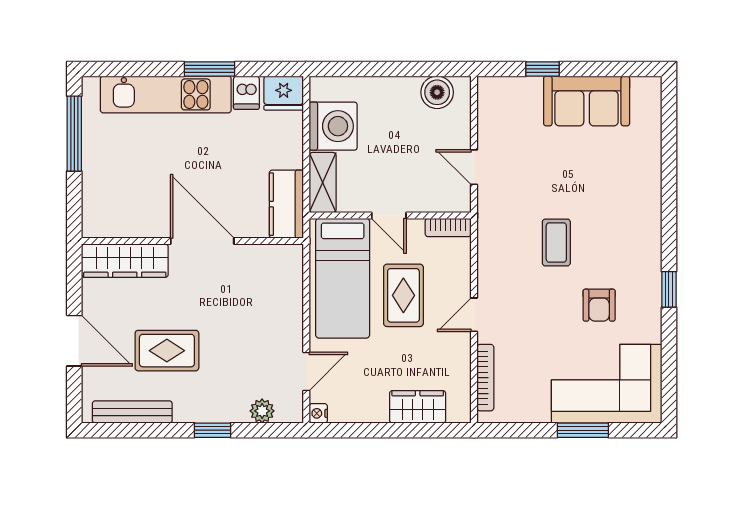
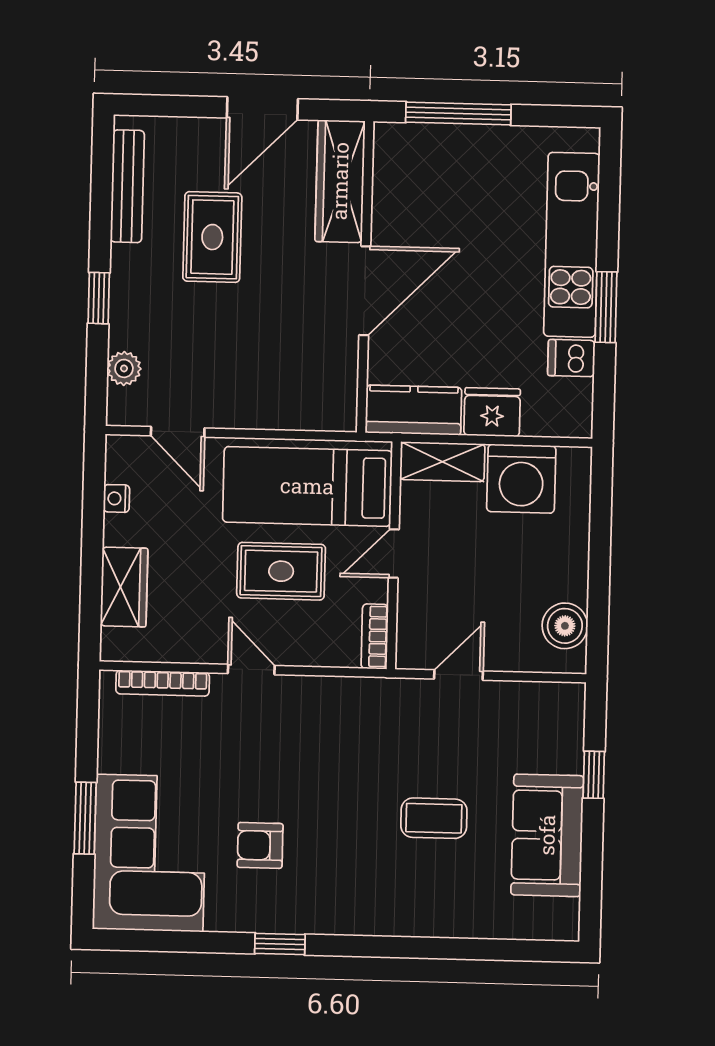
fridge: (284, 93) -> (492, 412), moved, turned 90
window: (74, 134) -> (458, 113), moved
coffee table: (556, 242) -> (434, 818), moved
door: (74, 341) -> (262, 108), moved
nightstand: (318, 413) -> (116, 498), moved, turned -90

